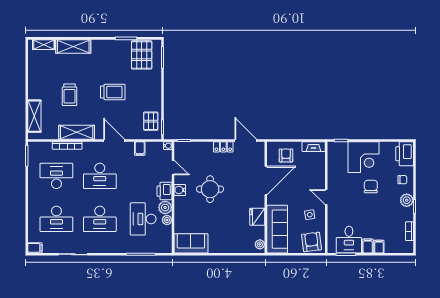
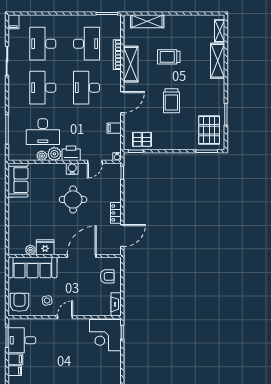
pallet: (142, 55) -> (209, 130), turned 90
corner desk: (363, 157) -> (105, 335), moved
door: (266, 181) -> (82, 256), swing flipped
chair: (371, 187) -> (76, 362), removed
desk: (143, 219) -> (43, 132), turned 180
armchair: (312, 242) -> (19, 302), turned -83
plant: (260, 244) -> (30, 250), moved

